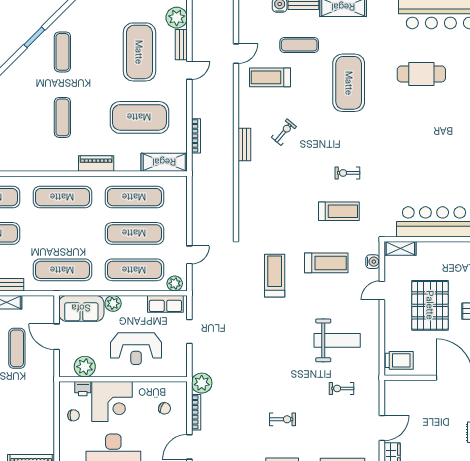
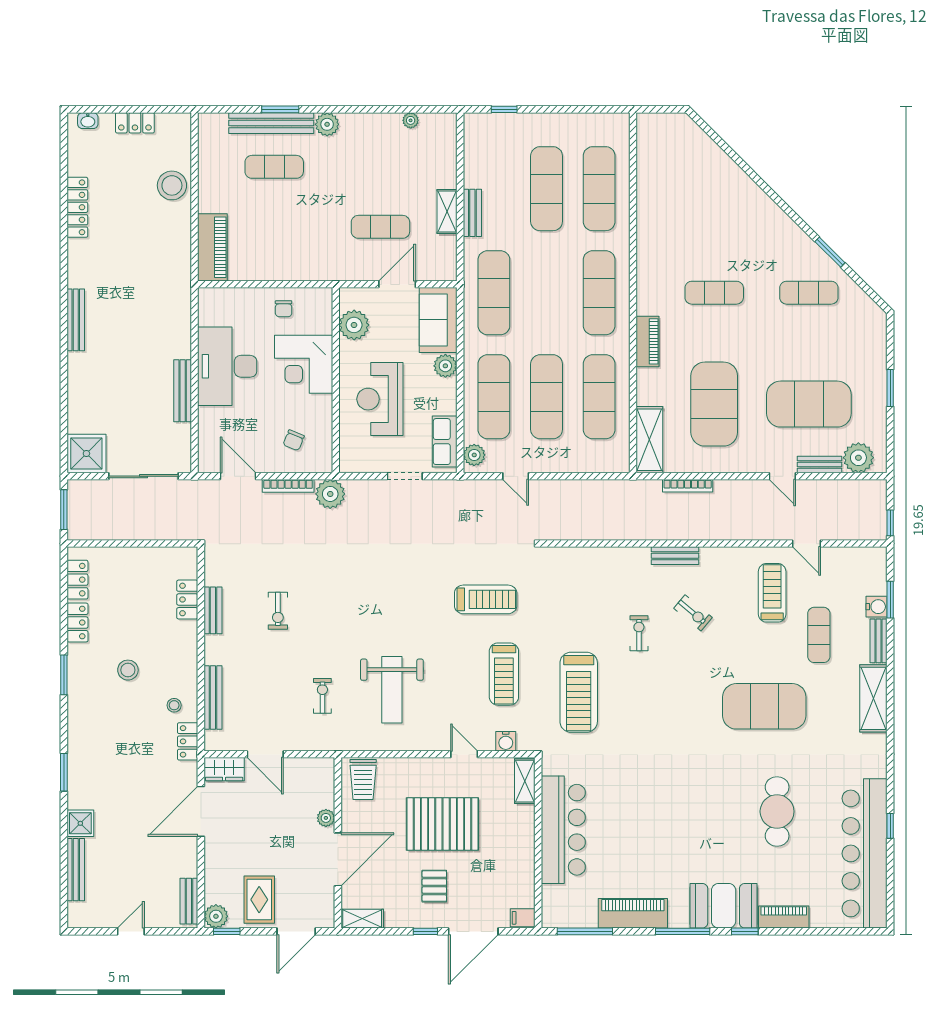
exercise bike: (347, 173) -> (639, 633), moved
treadmill: (339, 211) -> (579, 692), width x1.37, depth x1.38
plant: (426, 386) -> (326, 818), added
printer: (83, 389) -> (322, 322), removed

